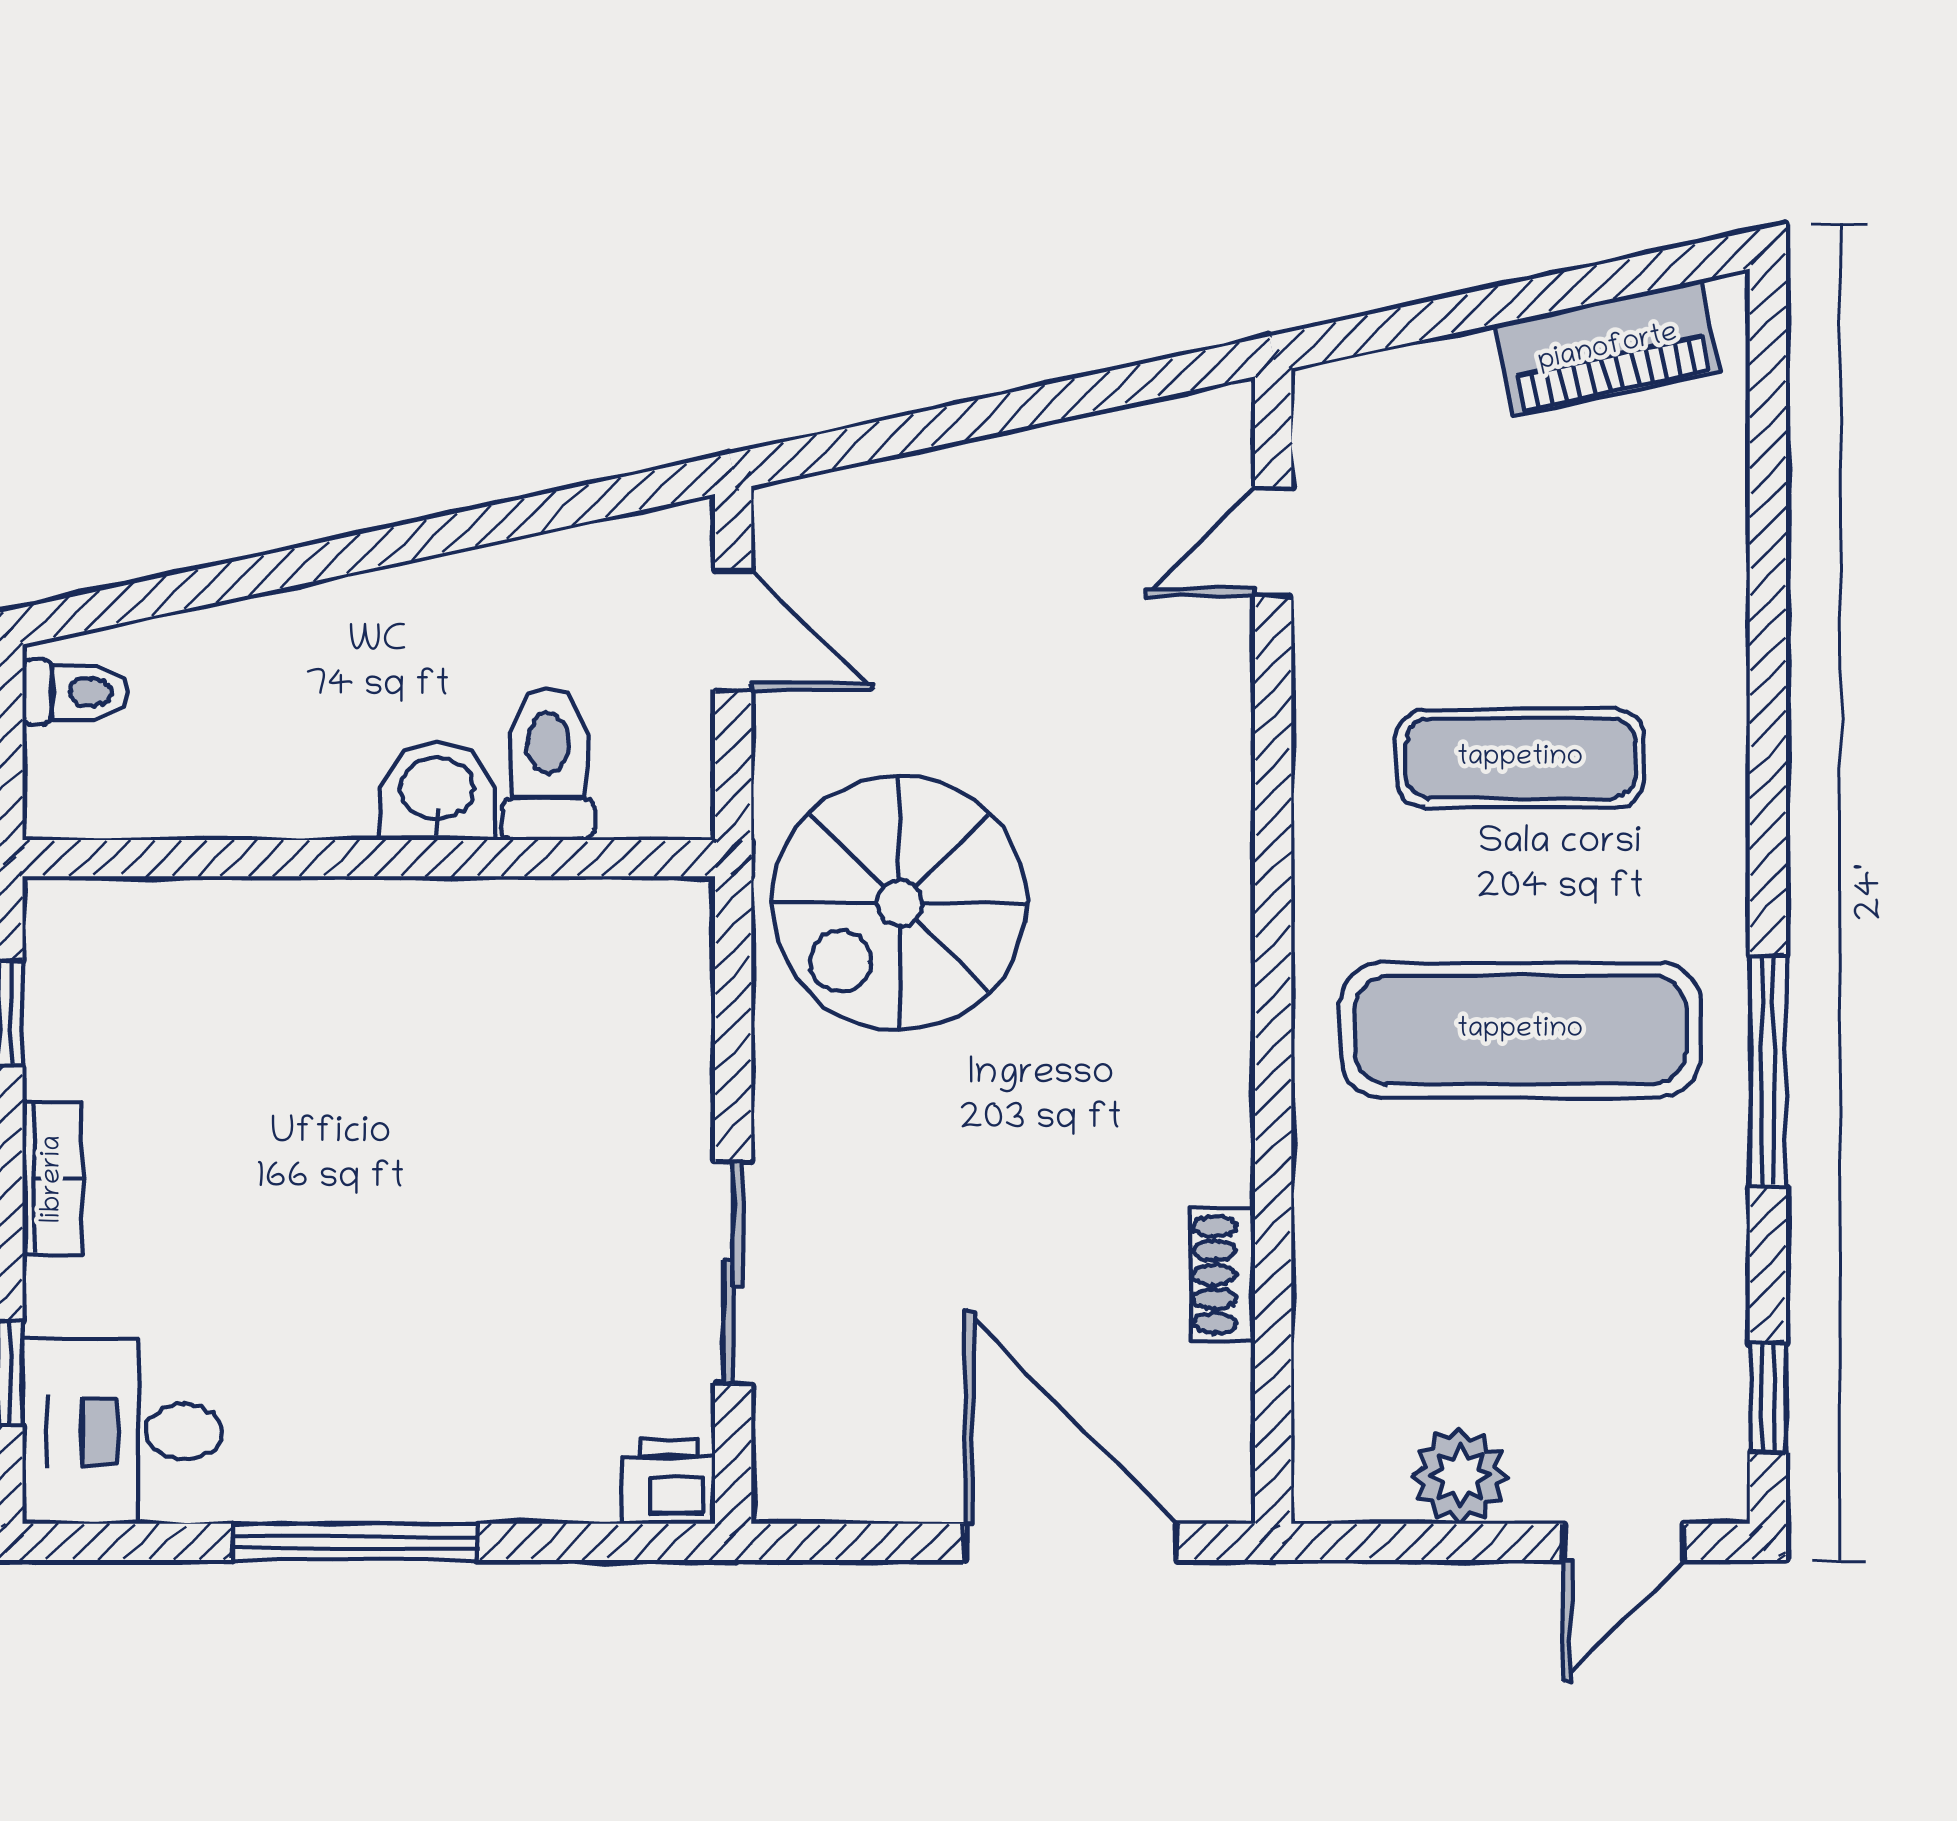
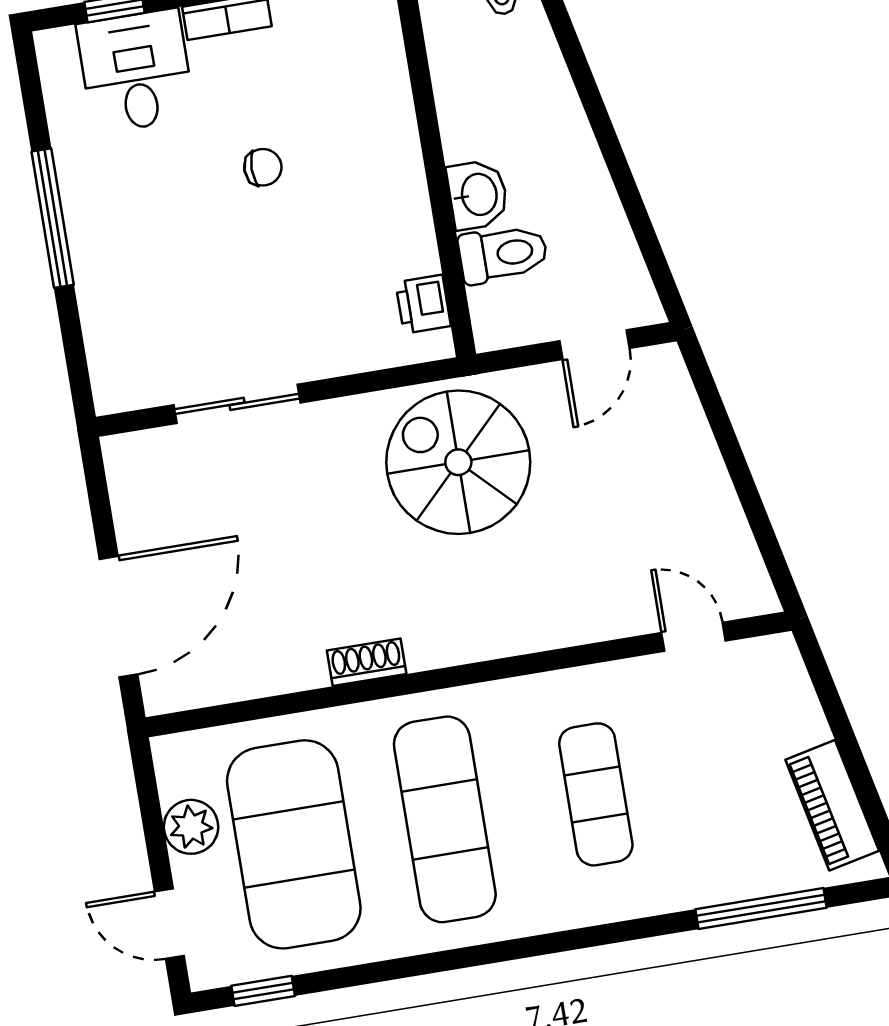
window: (1768, 1072) -> (761, 908), moved
chair: (327, 1159) -> (263, 167), added
shoe rack: (1223, 1275) -> (367, 662), moved
exercise mat: (1520, 1301) -> (294, 844), added
desk: (122, 1432) -> (136, 71), moved
printer: (669, 1482) -> (423, 304), moved, turned 180

